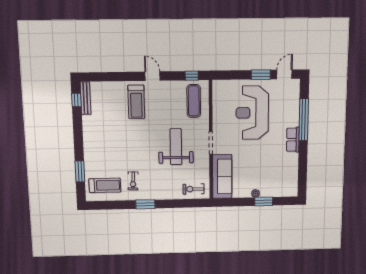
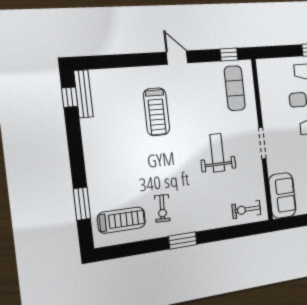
treadmill: (136, 102) -> (156, 112), moved
weight bench: (176, 147) -> (217, 153), width x0.73, depth x0.75
sofa: (222, 177) -> (282, 195), width x0.73

